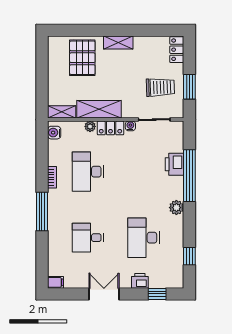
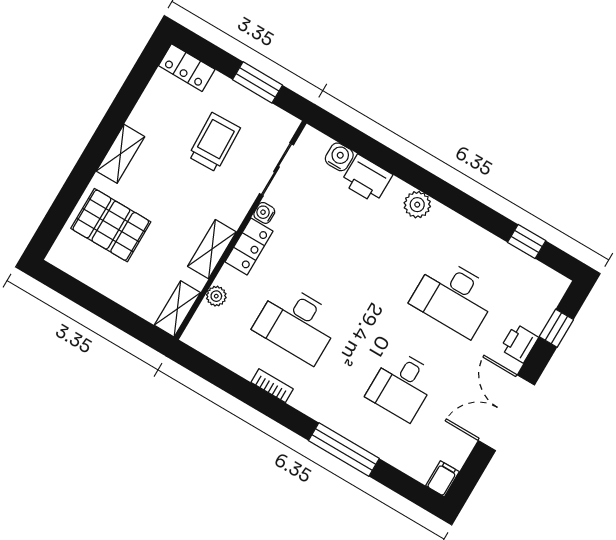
trolley: (160, 87) -> (214, 142), moved
shelving: (99, 109) -> (212, 249), width x0.67, depth x0.75
plant: (90, 126) -> (216, 296), moved
water cooler: (54, 133) -> (339, 157), moved, turned 180
window: (189, 176) -> (399, 166), removed
plant: (176, 208) -> (417, 205), moved
window: (42, 211) -> (344, 450), moved
double door: (104, 294) -> (506, 413), width x1.37

